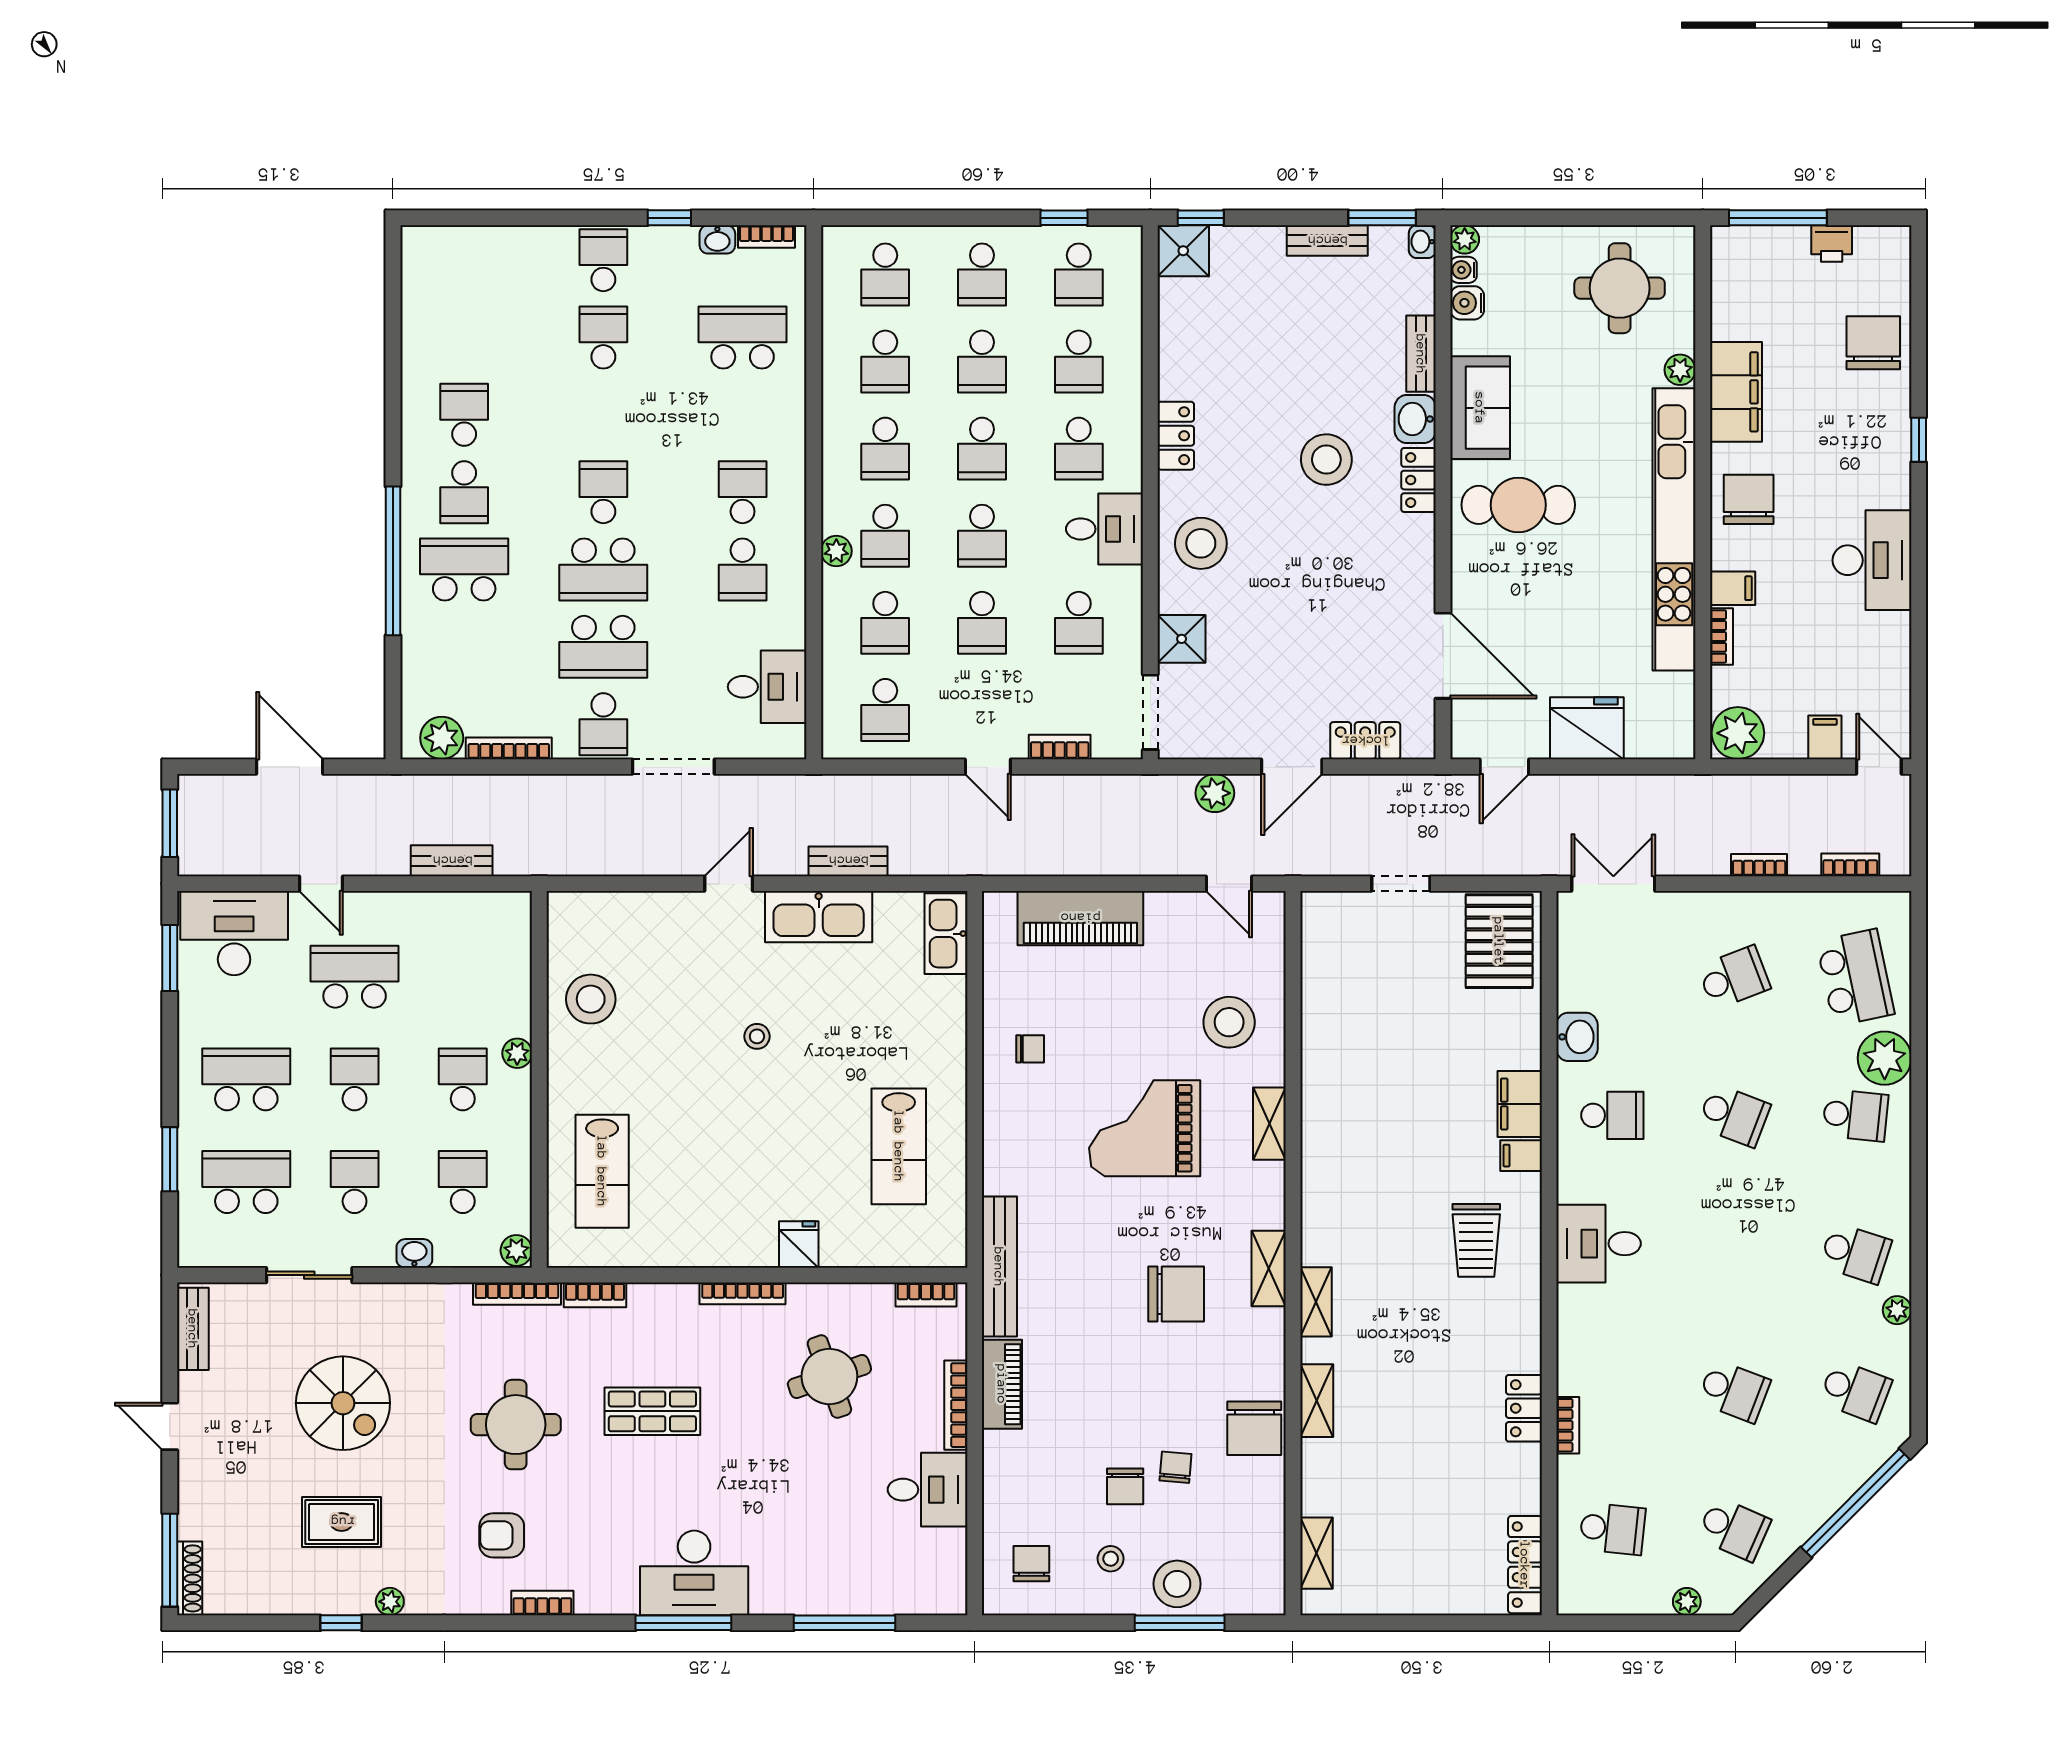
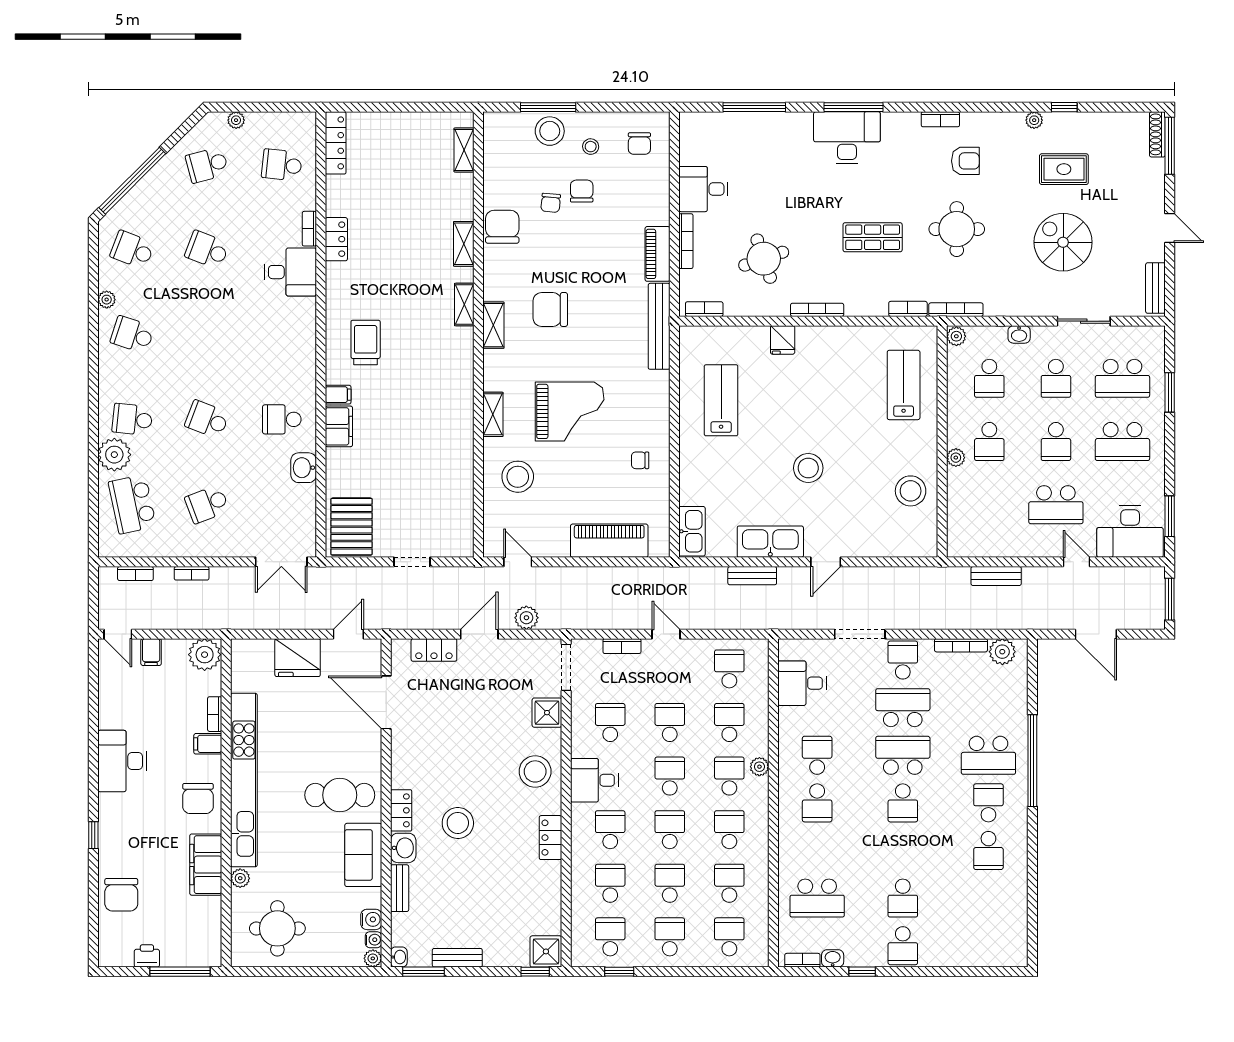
stool: (757, 1036) -> (808, 468), width x1.89, depth x1.89
desk: (1599, 1244) -> (290, 272), moved
school desk: (1734, 1529) -> (207, 165), turned -39

